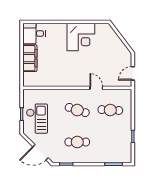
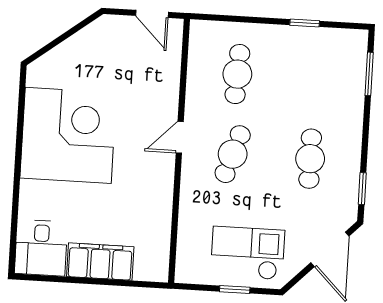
corner desk: (81, 37) -> (68, 135), width x1.36, depth x1.36
door: (96, 88) -> (180, 137), moved

